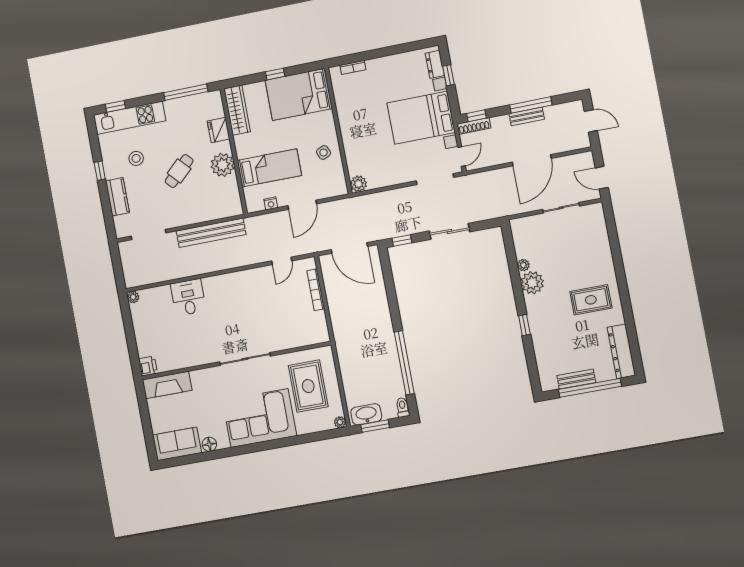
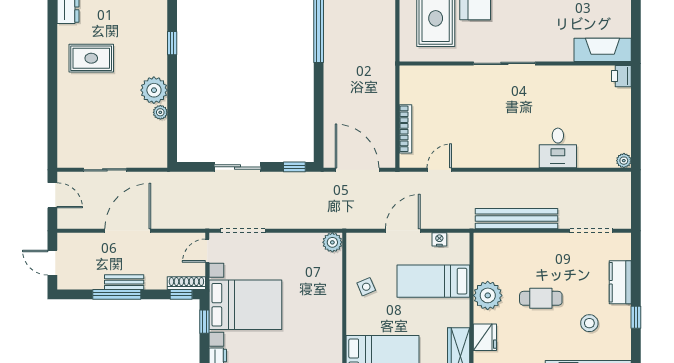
window: (448, 75) -> (204, 322), moved
cafe table: (179, 171) -> (541, 298), turned 43

